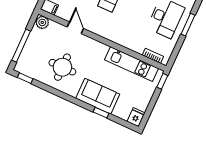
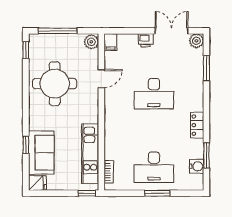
round table: (62, 67) -> (55, 84), width x1.36, depth x1.36
sofa: (98, 96) -> (41, 153), moved

